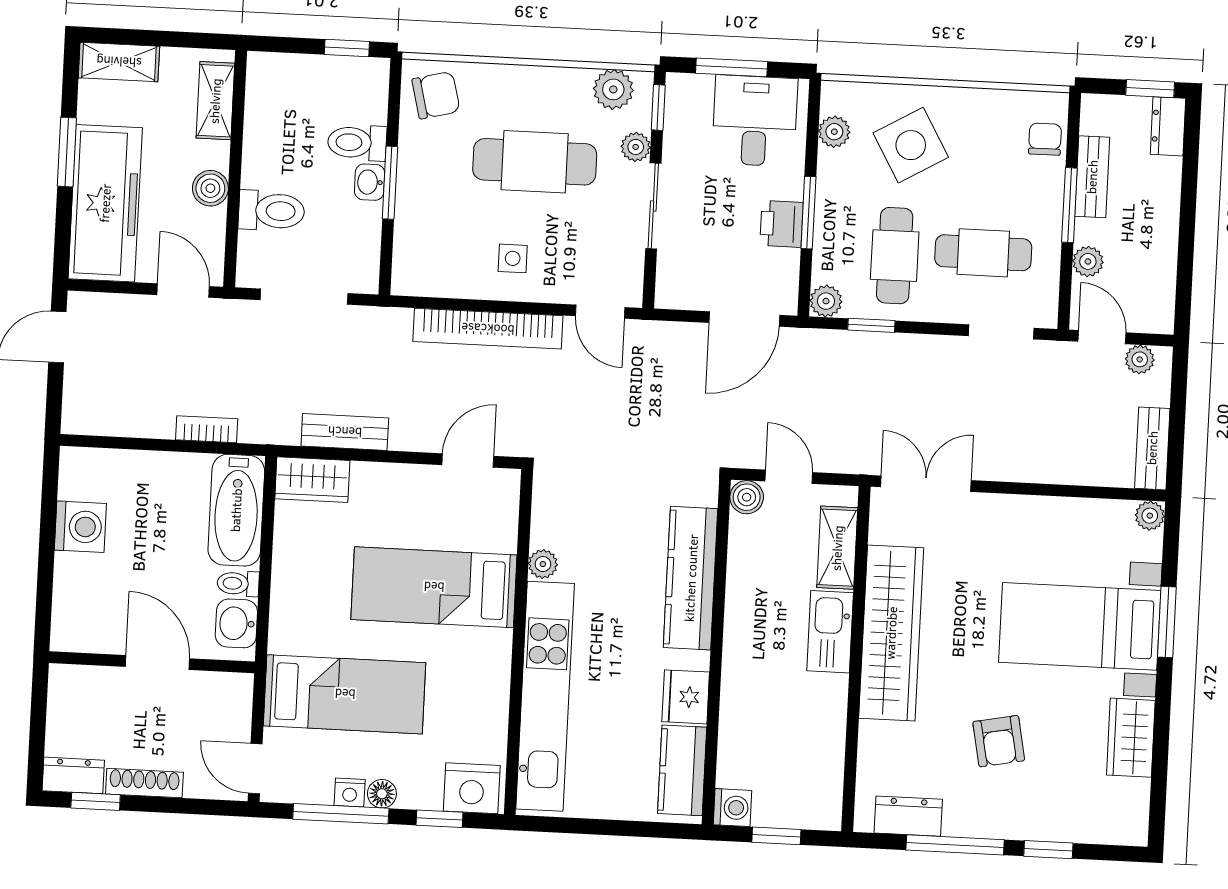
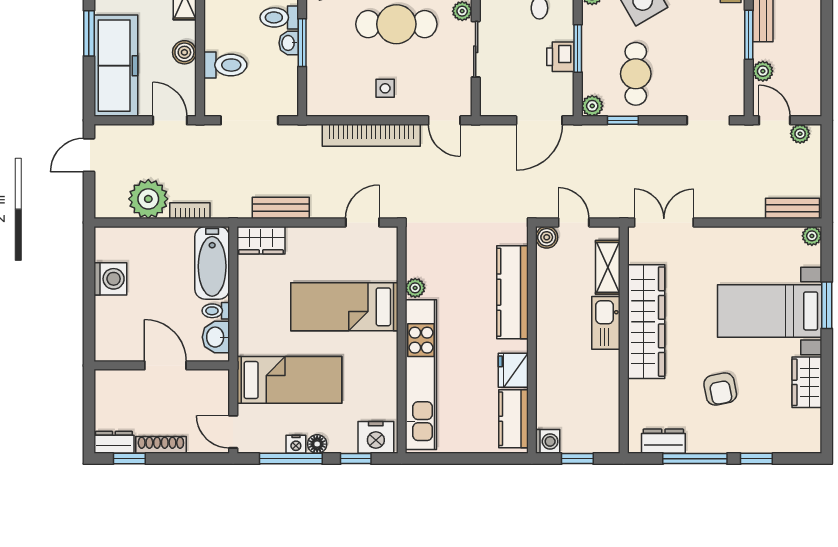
cafe table: (983, 253) -> (694, 69), removed
plant: (144, 408) -> (148, 199), added
bench: (1152, 448) -> (793, 208), moved, turned 90

